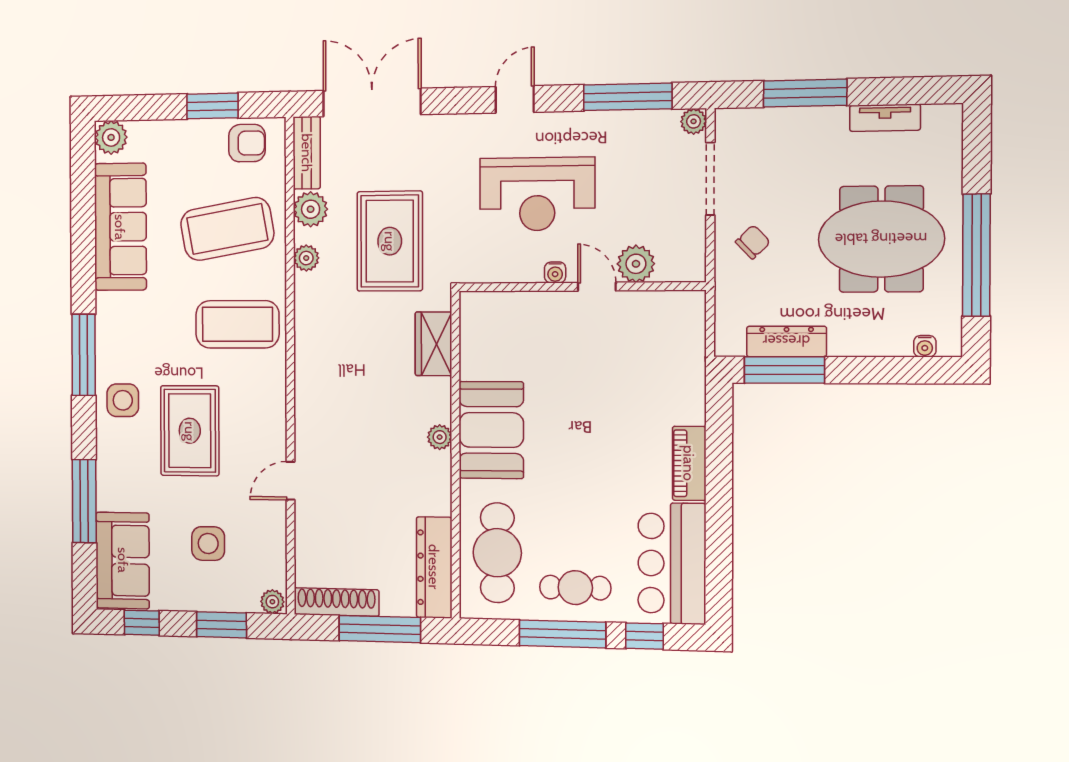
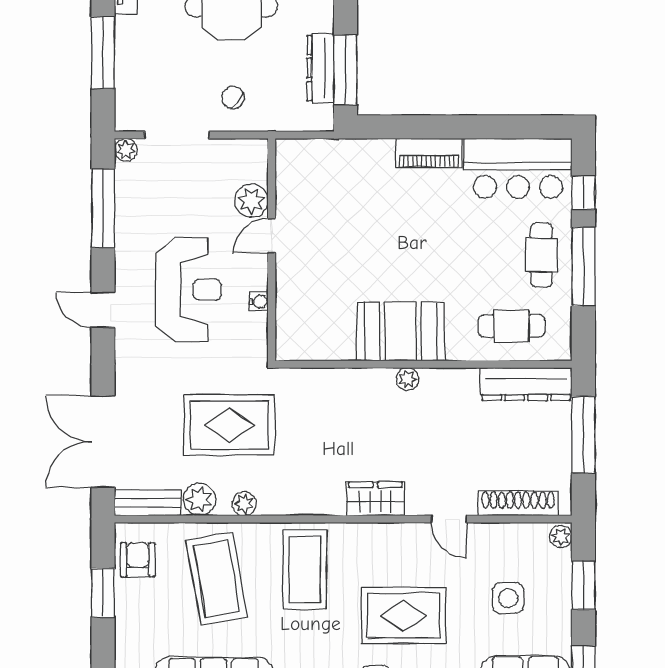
water cooler: (555, 272) -> (259, 302), moved
wardrobe: (434, 344) -> (375, 499), moved, turned 180
cafe table: (497, 553) -> (511, 326), width x0.73, depth x0.74
shoe rack: (336, 602) -> (518, 503), moved, turned 90

